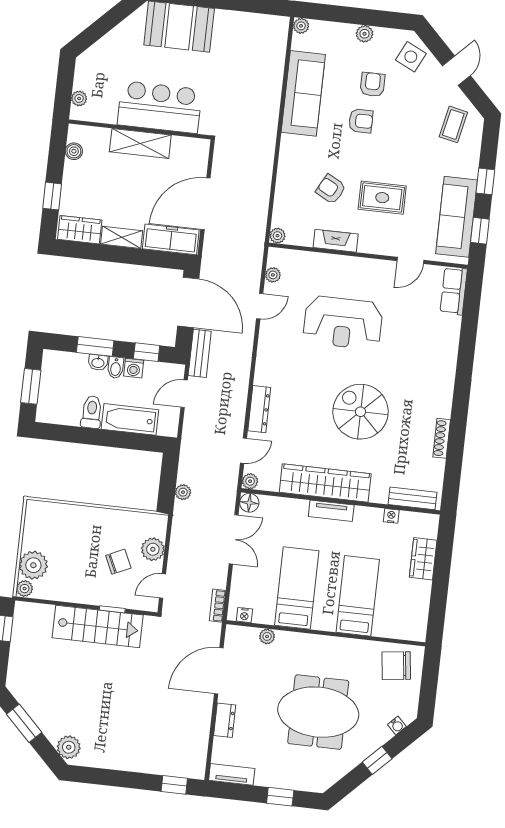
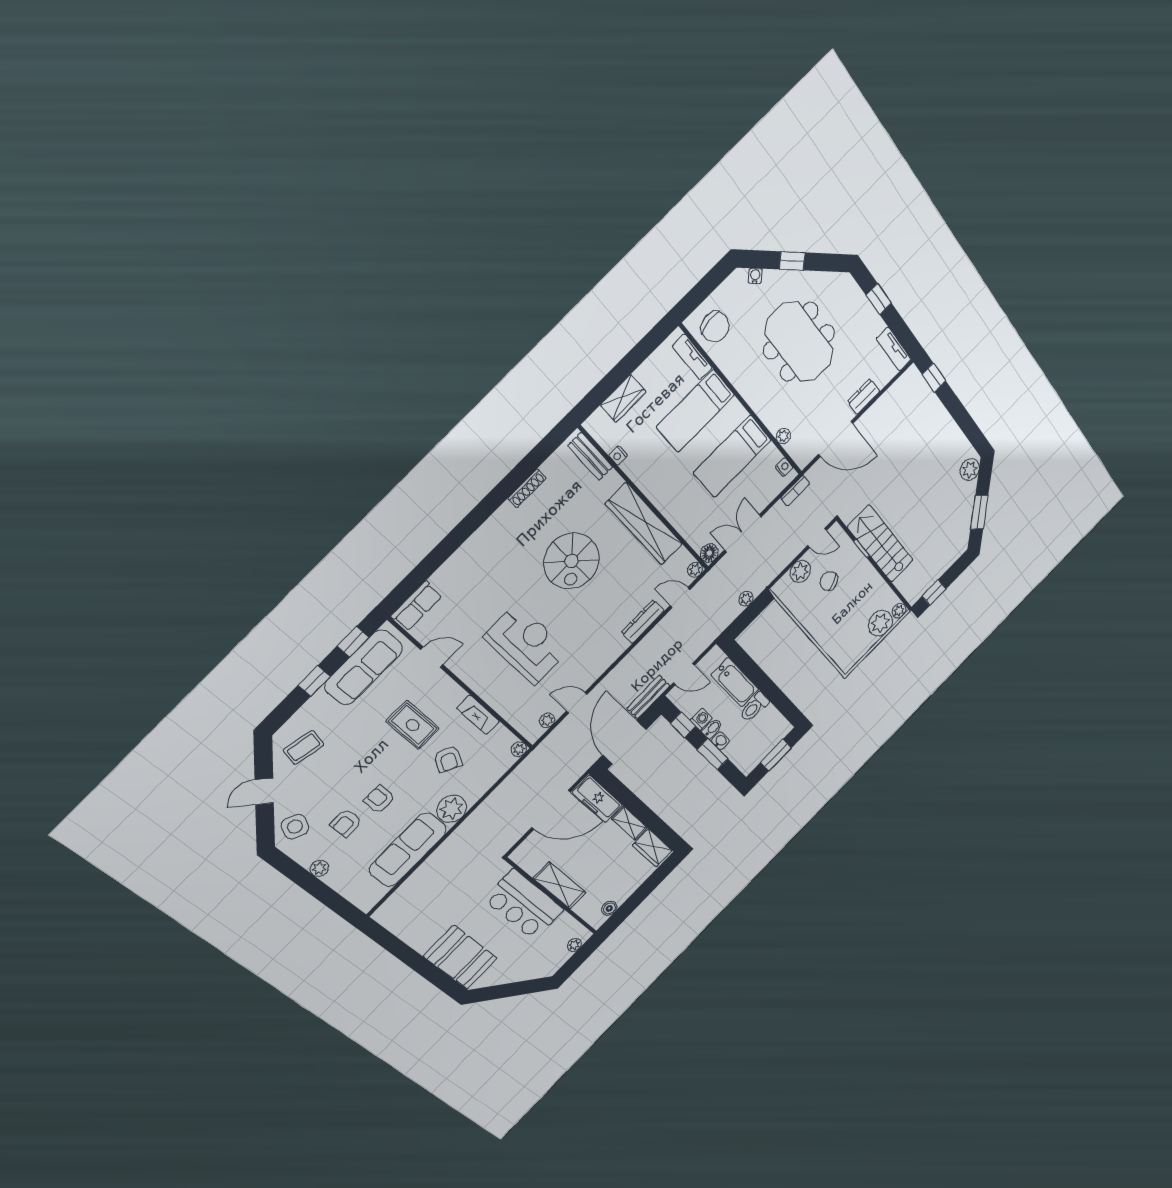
plant: (301, 26) -> (452, 809), moved, width x1.87, depth x1.87
window: (52, 196) -> (650, 885), removed
tv unit: (331, 511) -> (692, 357), moved, turned 180

